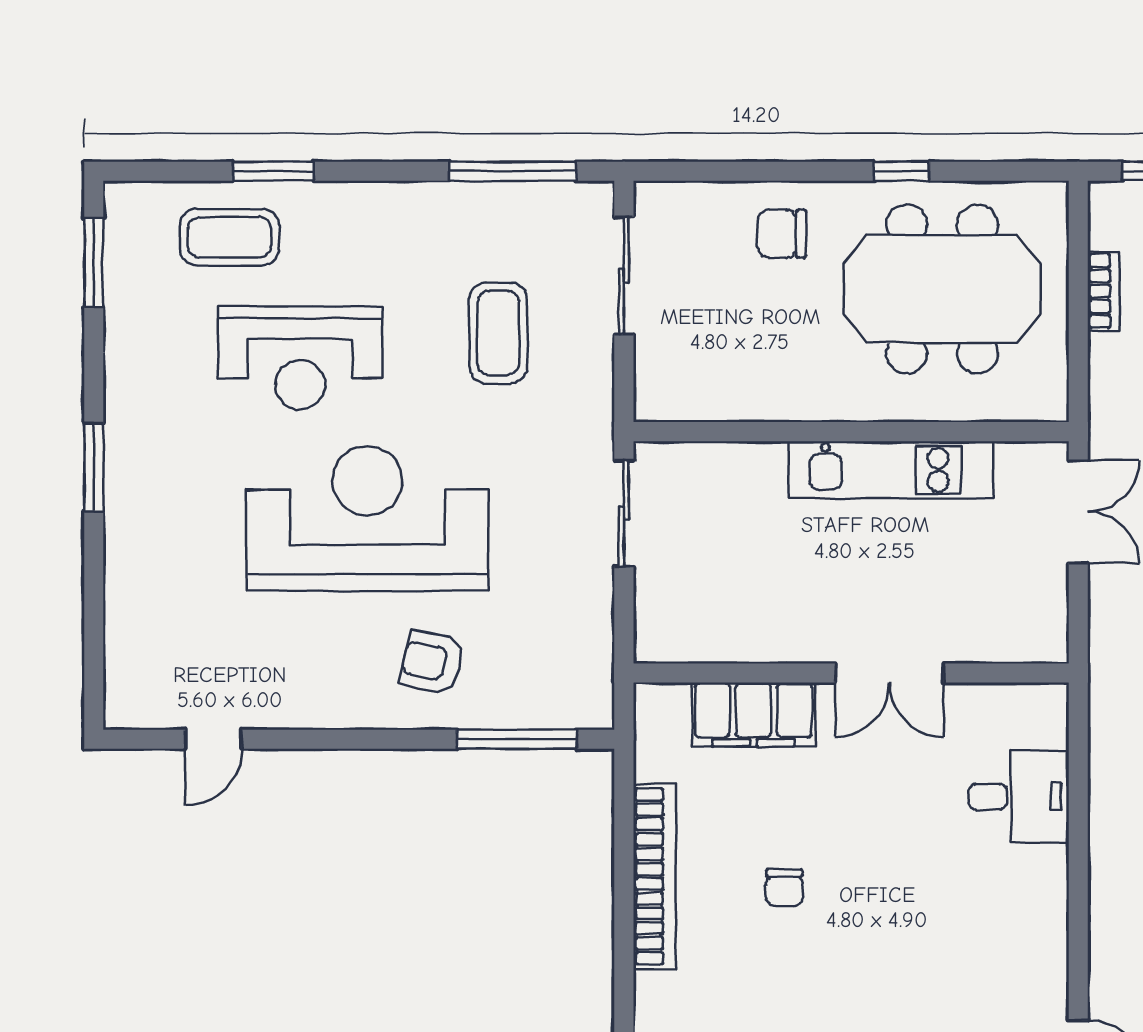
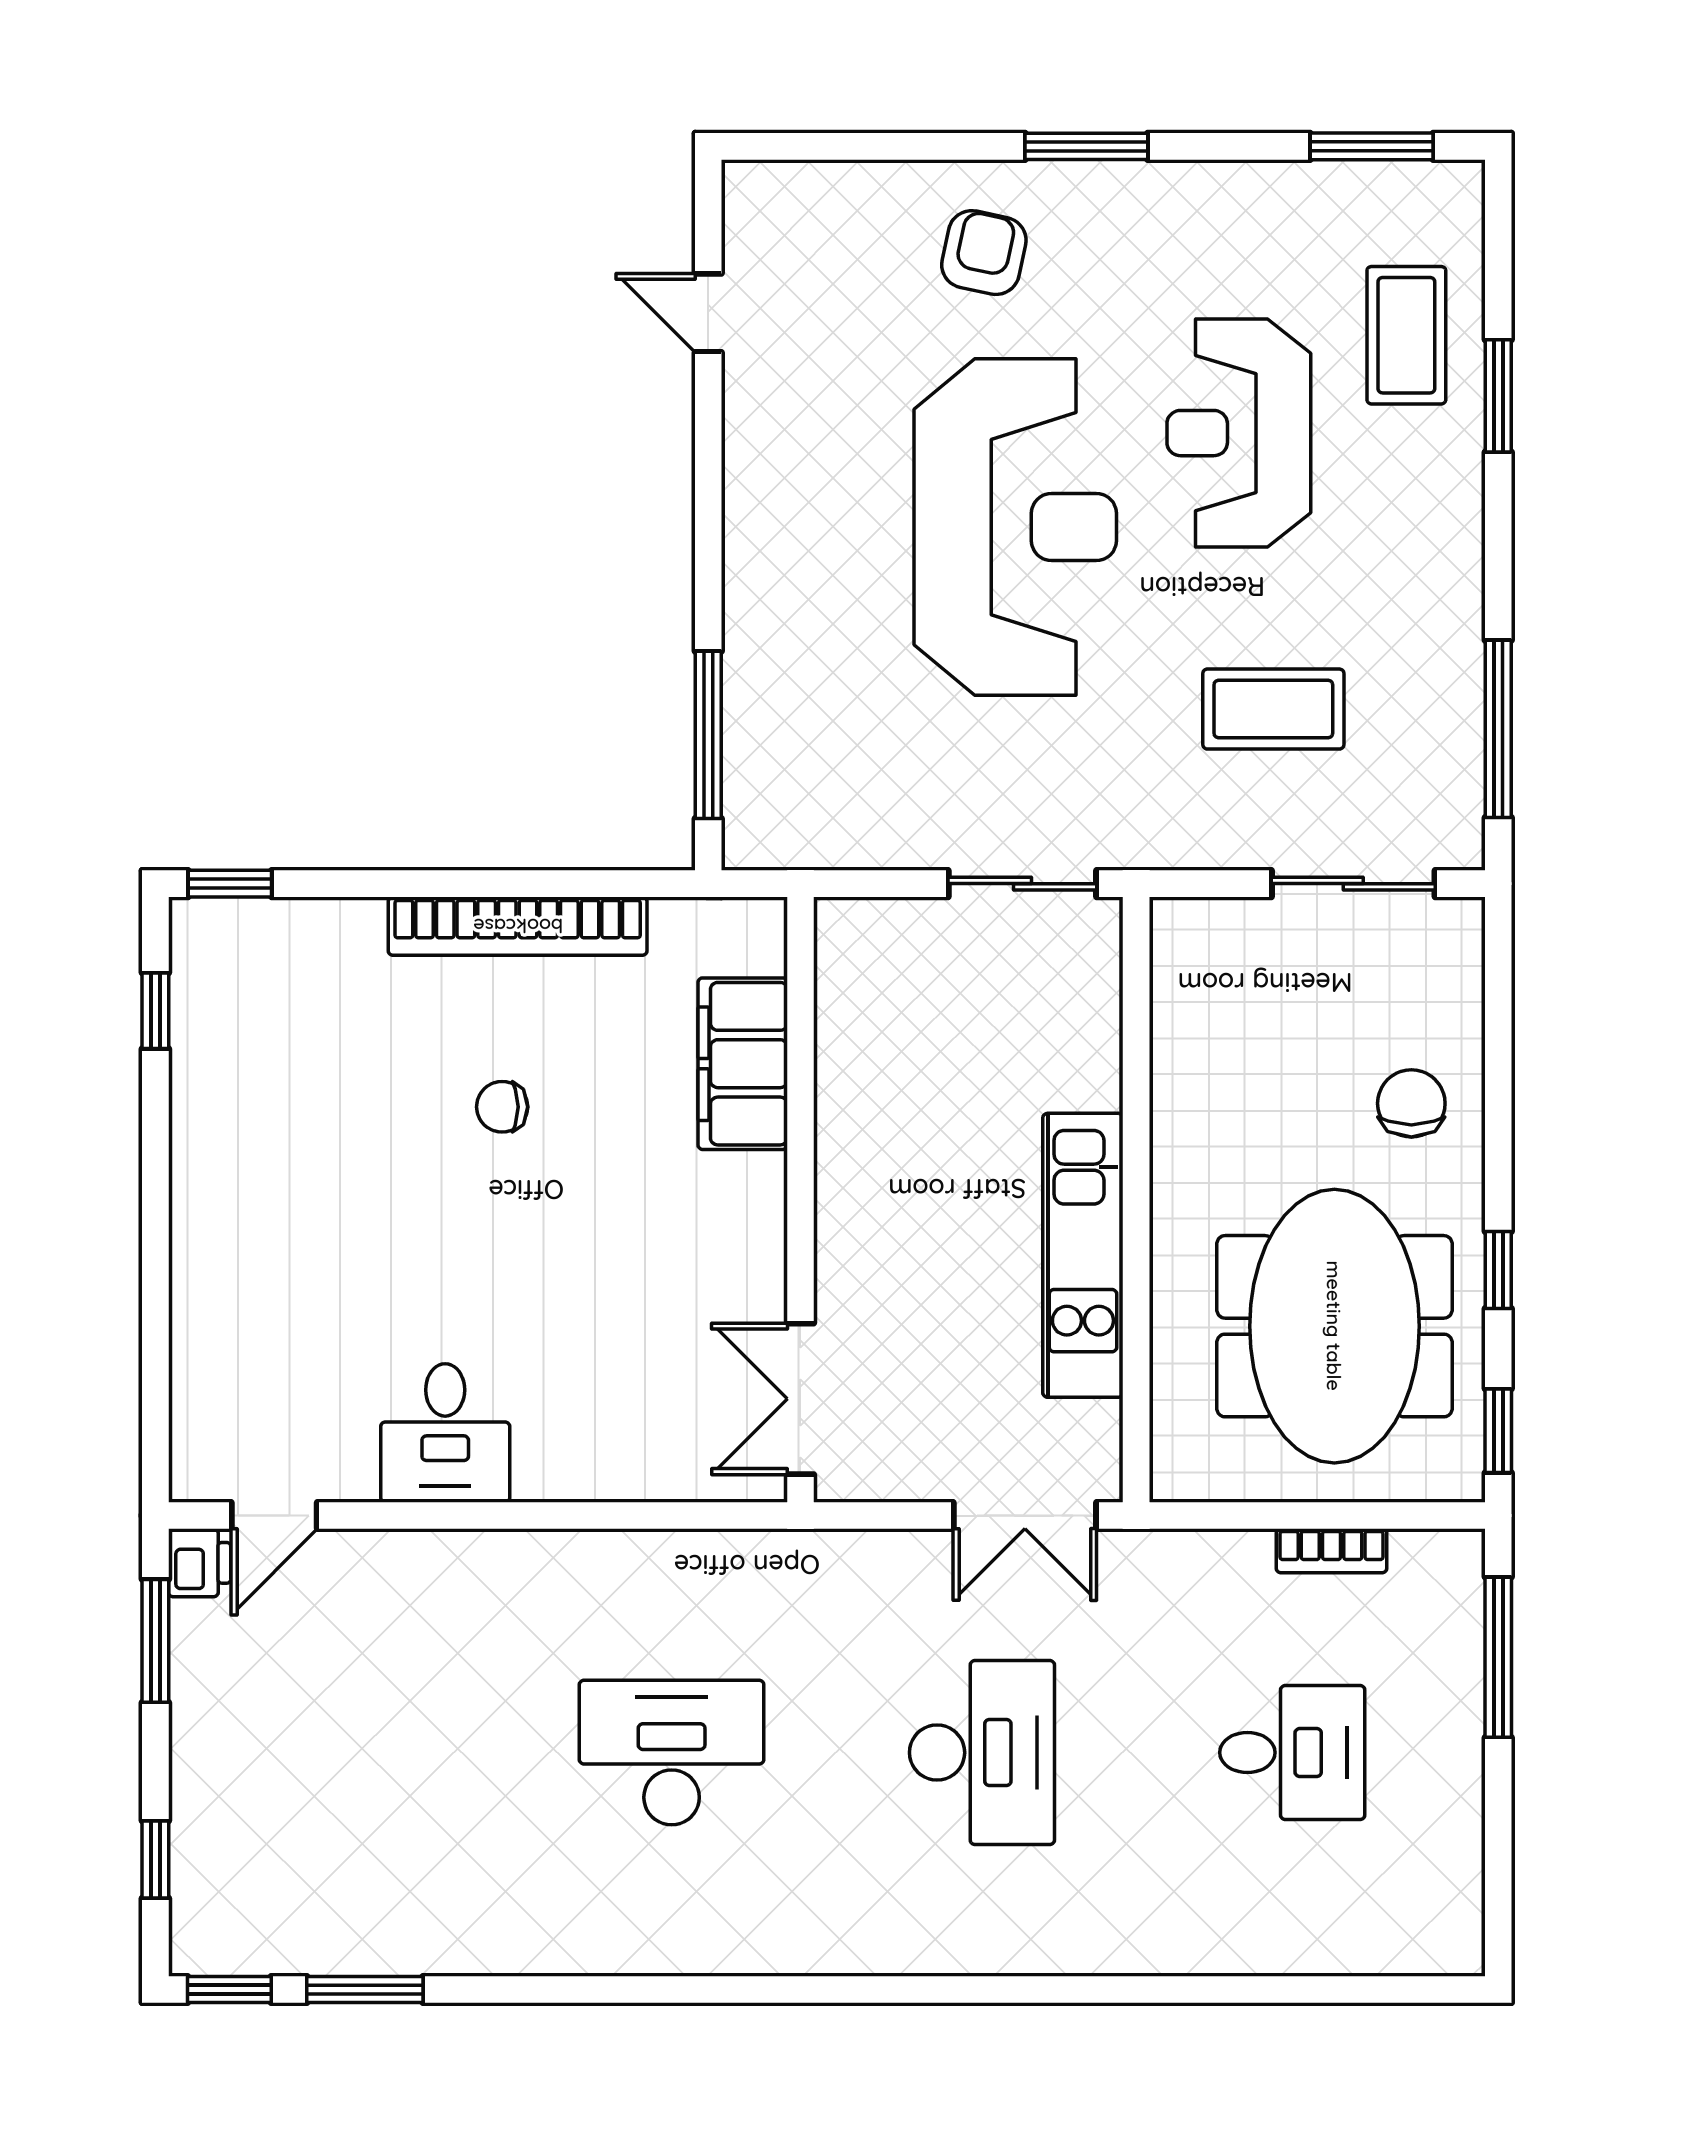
window: (1017, 171) -> (1498, 1431), added
armchair: (432, 662) -> (984, 253), moved
double door: (889, 673) -> (800, 1399), moved
desk: (1019, 797) -> (445, 1433), moved

